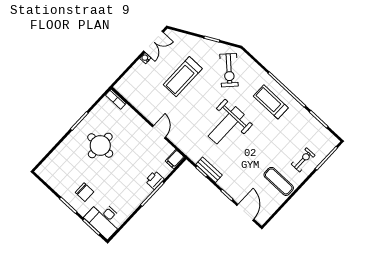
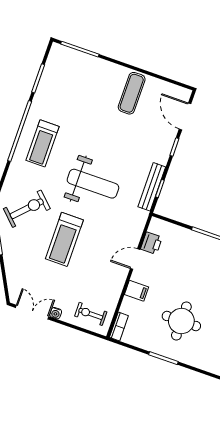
treadmill: (183, 77) -> (64, 239), moved, turned 90
filing cabinet: (175, 159) -> (137, 291), moved
exercise bike: (303, 160) -> (91, 314), moved
bench: (209, 170) -> (152, 187), width x1.36
printer: (155, 180) -> (151, 243), moved, turned -90
door: (245, 212) -> (185, 116), hinge flipped

